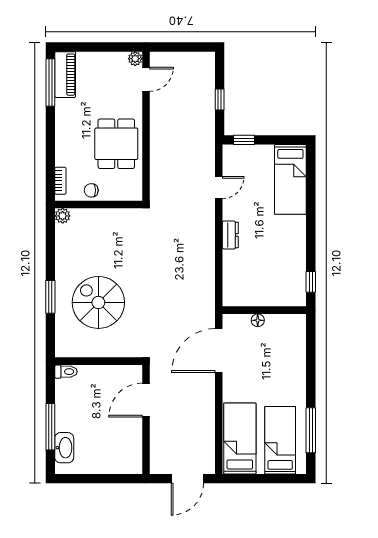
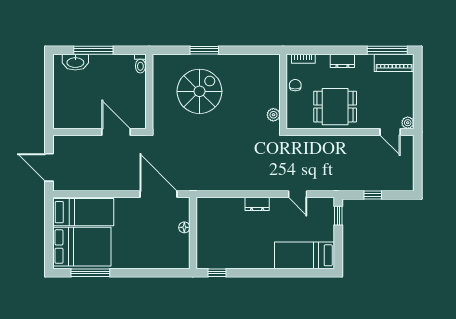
dresser: (63, 135) -> (342, 61), added
plant: (63, 216) -> (273, 115), moved
bed: (280, 440) -> (82, 247), width x1.50

